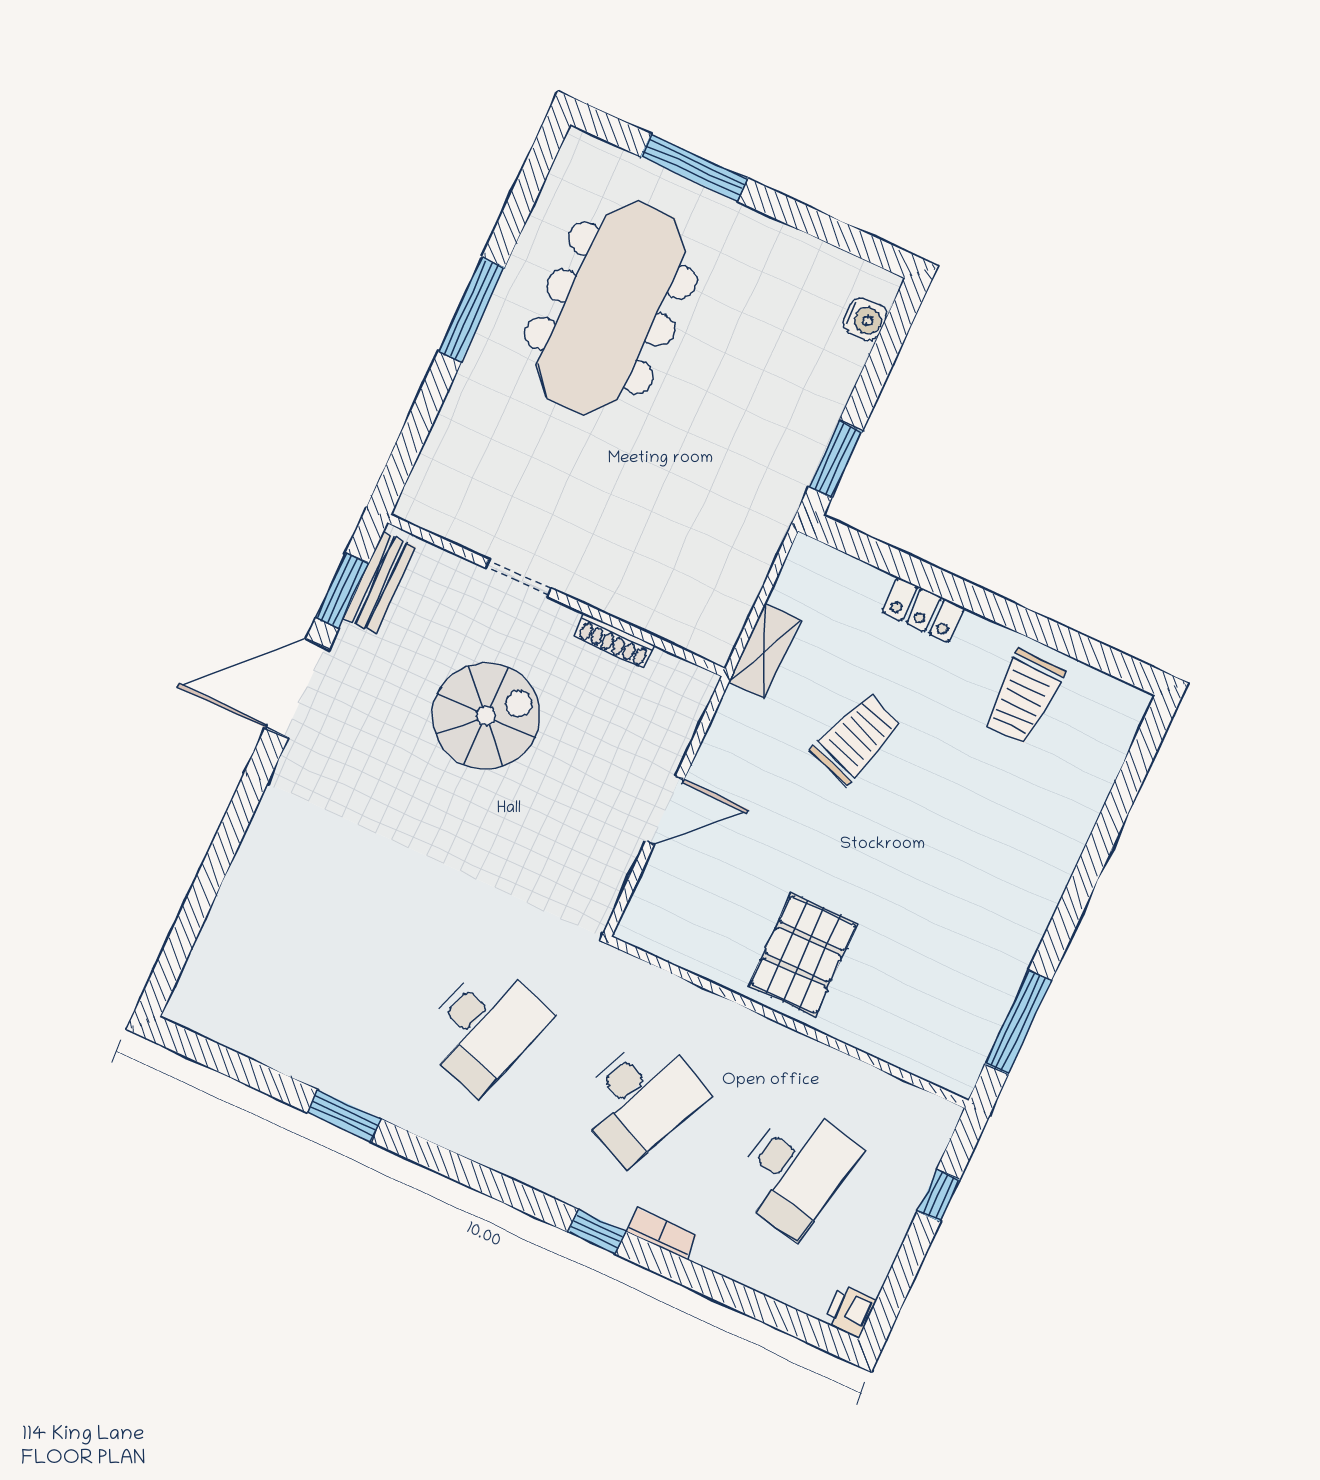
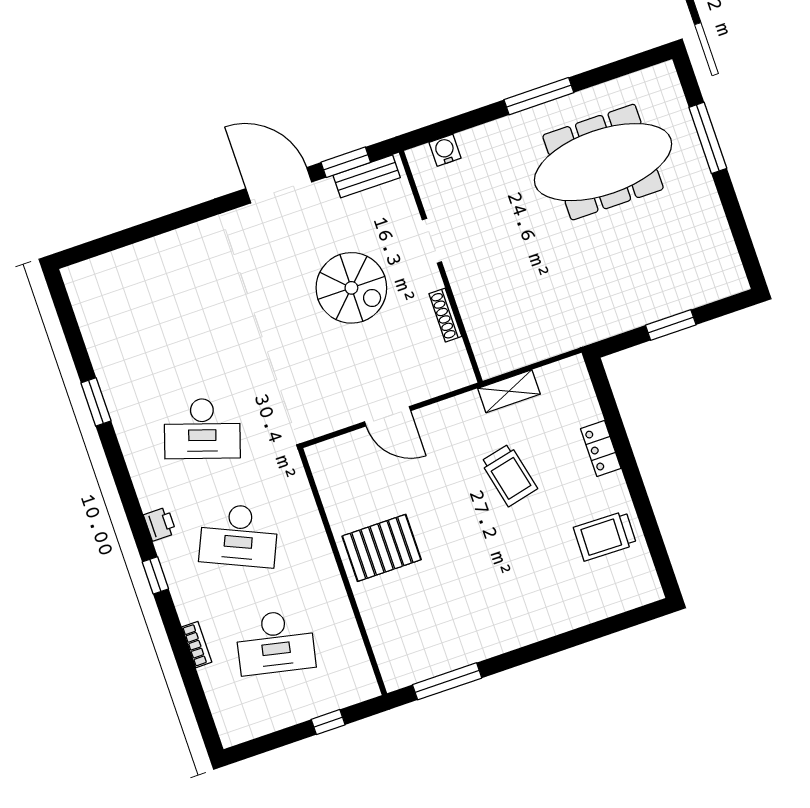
water cooler: (865, 319) -> (445, 150), moved, turned 180
window: (835, 459) -> (671, 325), moved
trolley: (856, 739) -> (509, 475), turned 58
bookcase: (661, 1234) -> (197, 645), moved
printer: (850, 1311) -> (160, 524), moved, turned 90

